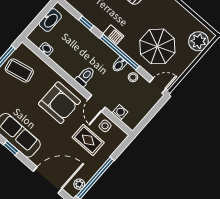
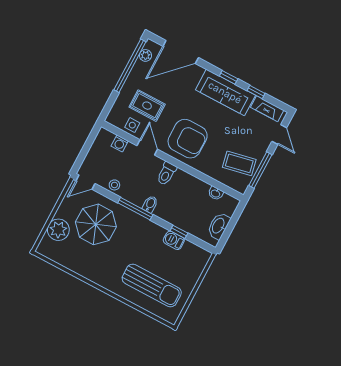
barbecue: (113, 35) -> (174, 240), moved
plant: (198, 41) -> (58, 230), moved
window: (120, 52) -> (135, 209), width x0.68
bidet: (119, 65) -> (150, 204), moved
armchair: (59, 103) -> (188, 139), turned 180

